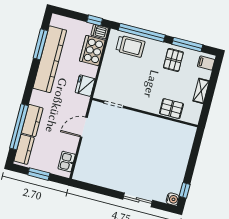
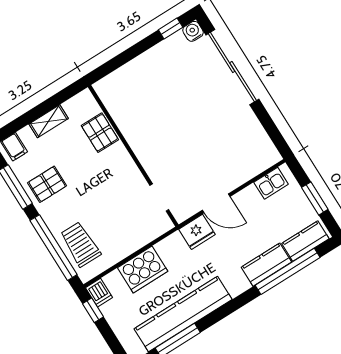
cooker: (92, 51) -> (143, 270), moved
fridge: (85, 86) -> (197, 232), moved
sliding door: (138, 200) -> (232, 67), width x1.86

